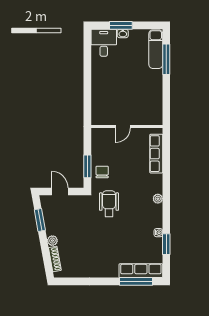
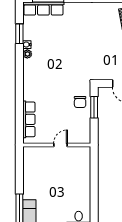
plant: (158, 199) -> (27, 54), moved
wheelchair: (109, 204) -> (74, 72), removed

